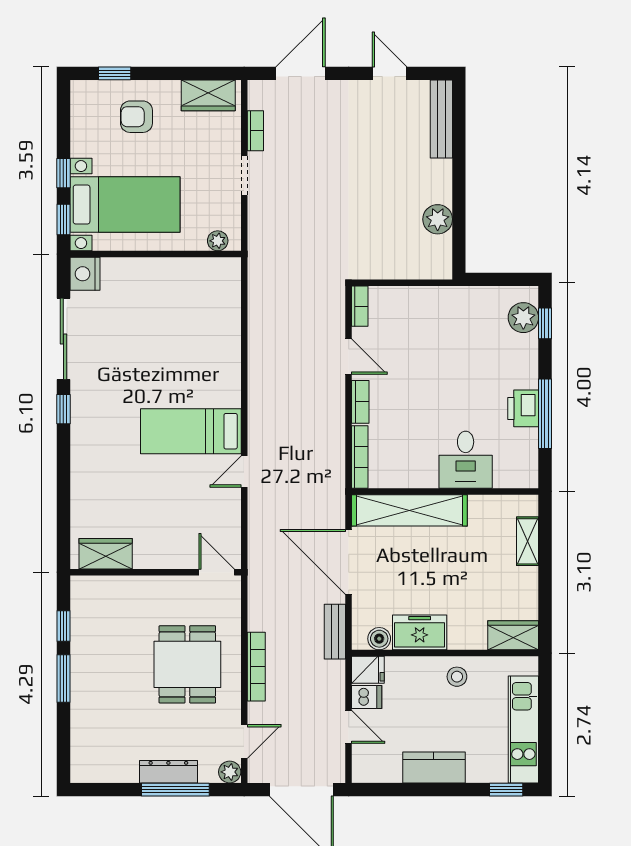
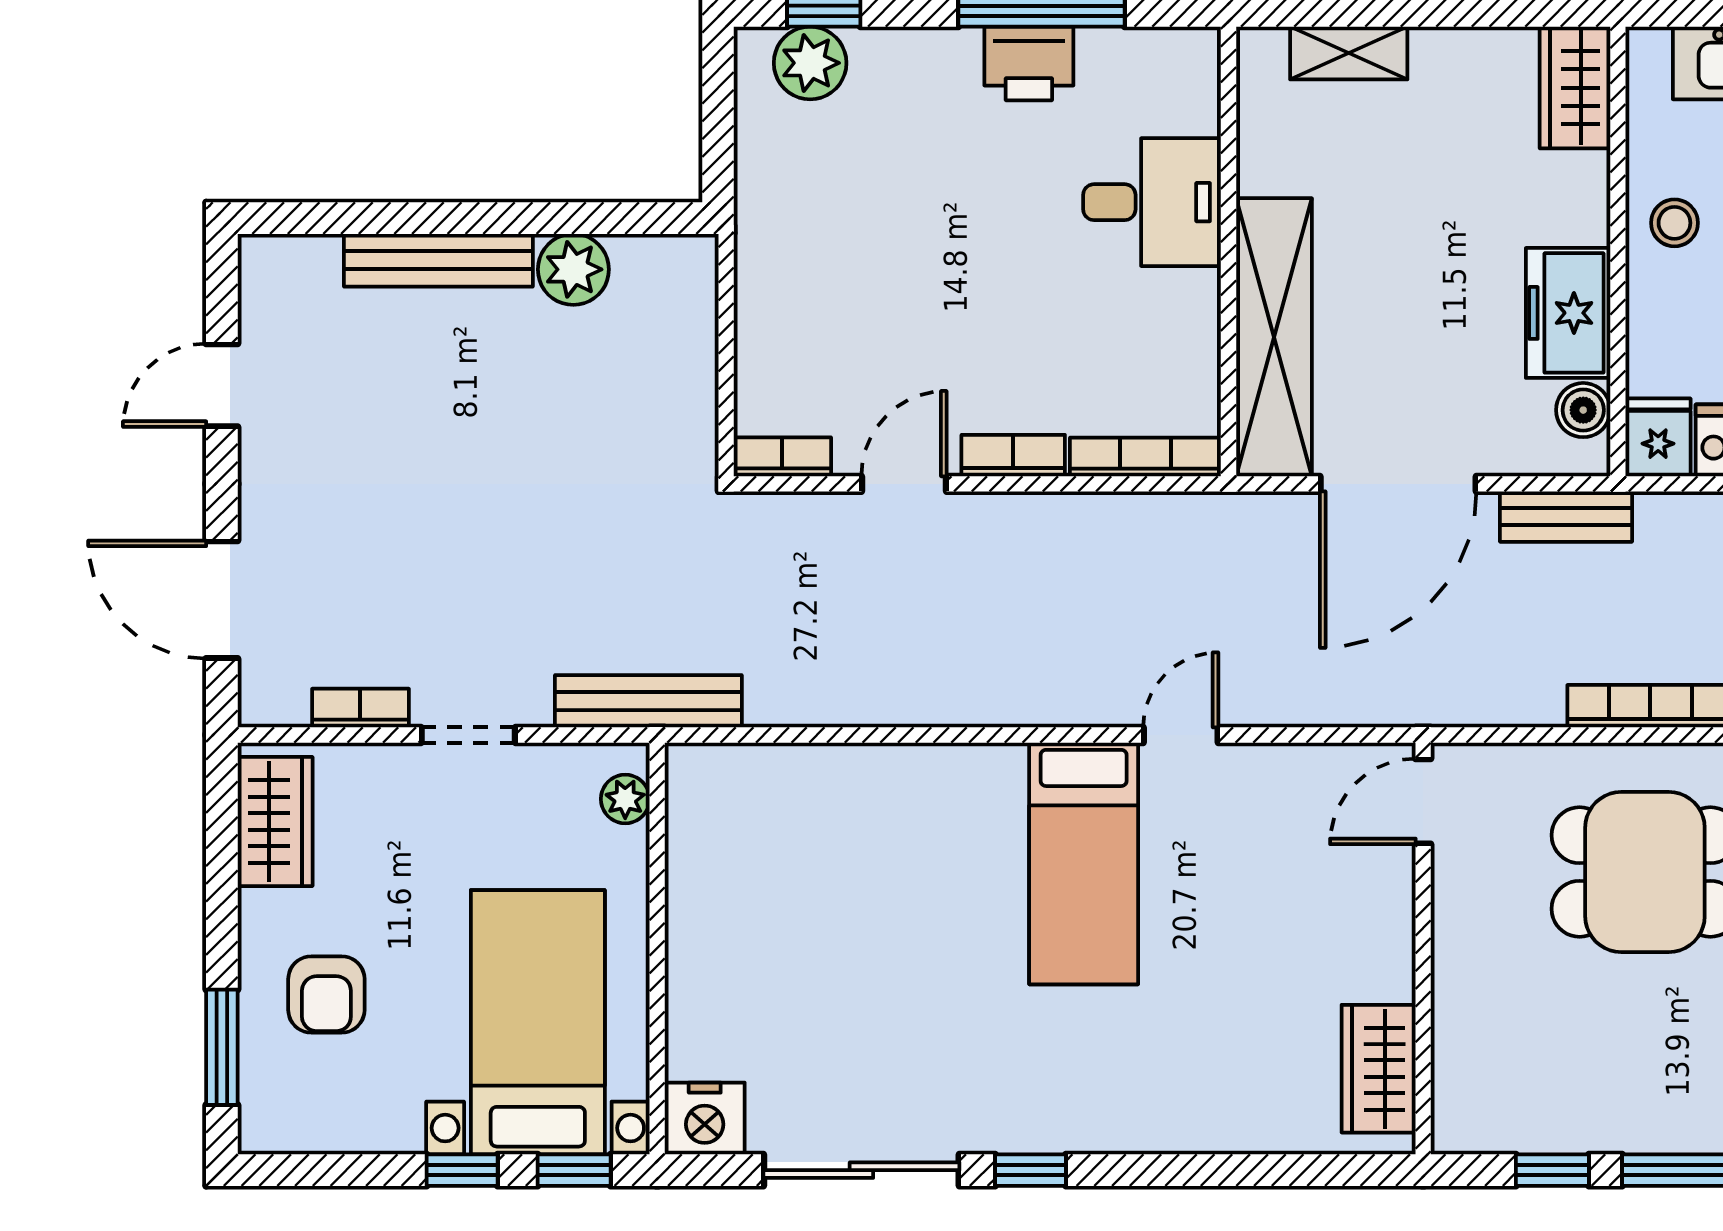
window: (115, 73) -> (222, 1047), width x1.50
bench: (441, 119) -> (438, 260), moved
bench: (258, 250) -> (648, 701), added
door: (244, 472) -> (1181, 735), swing flipped

